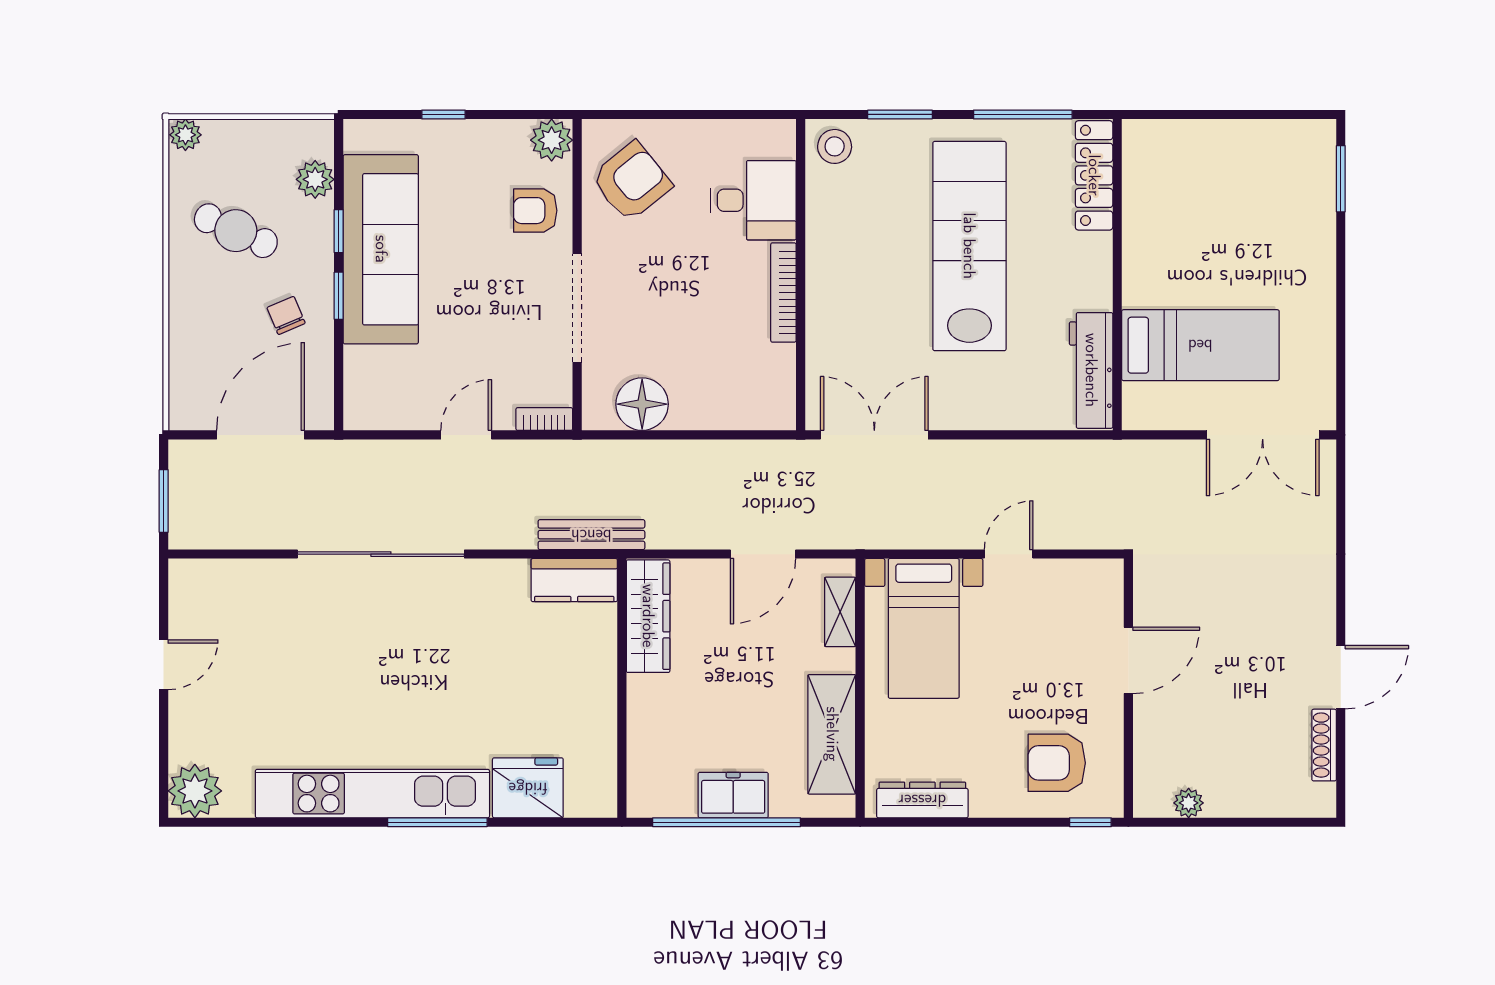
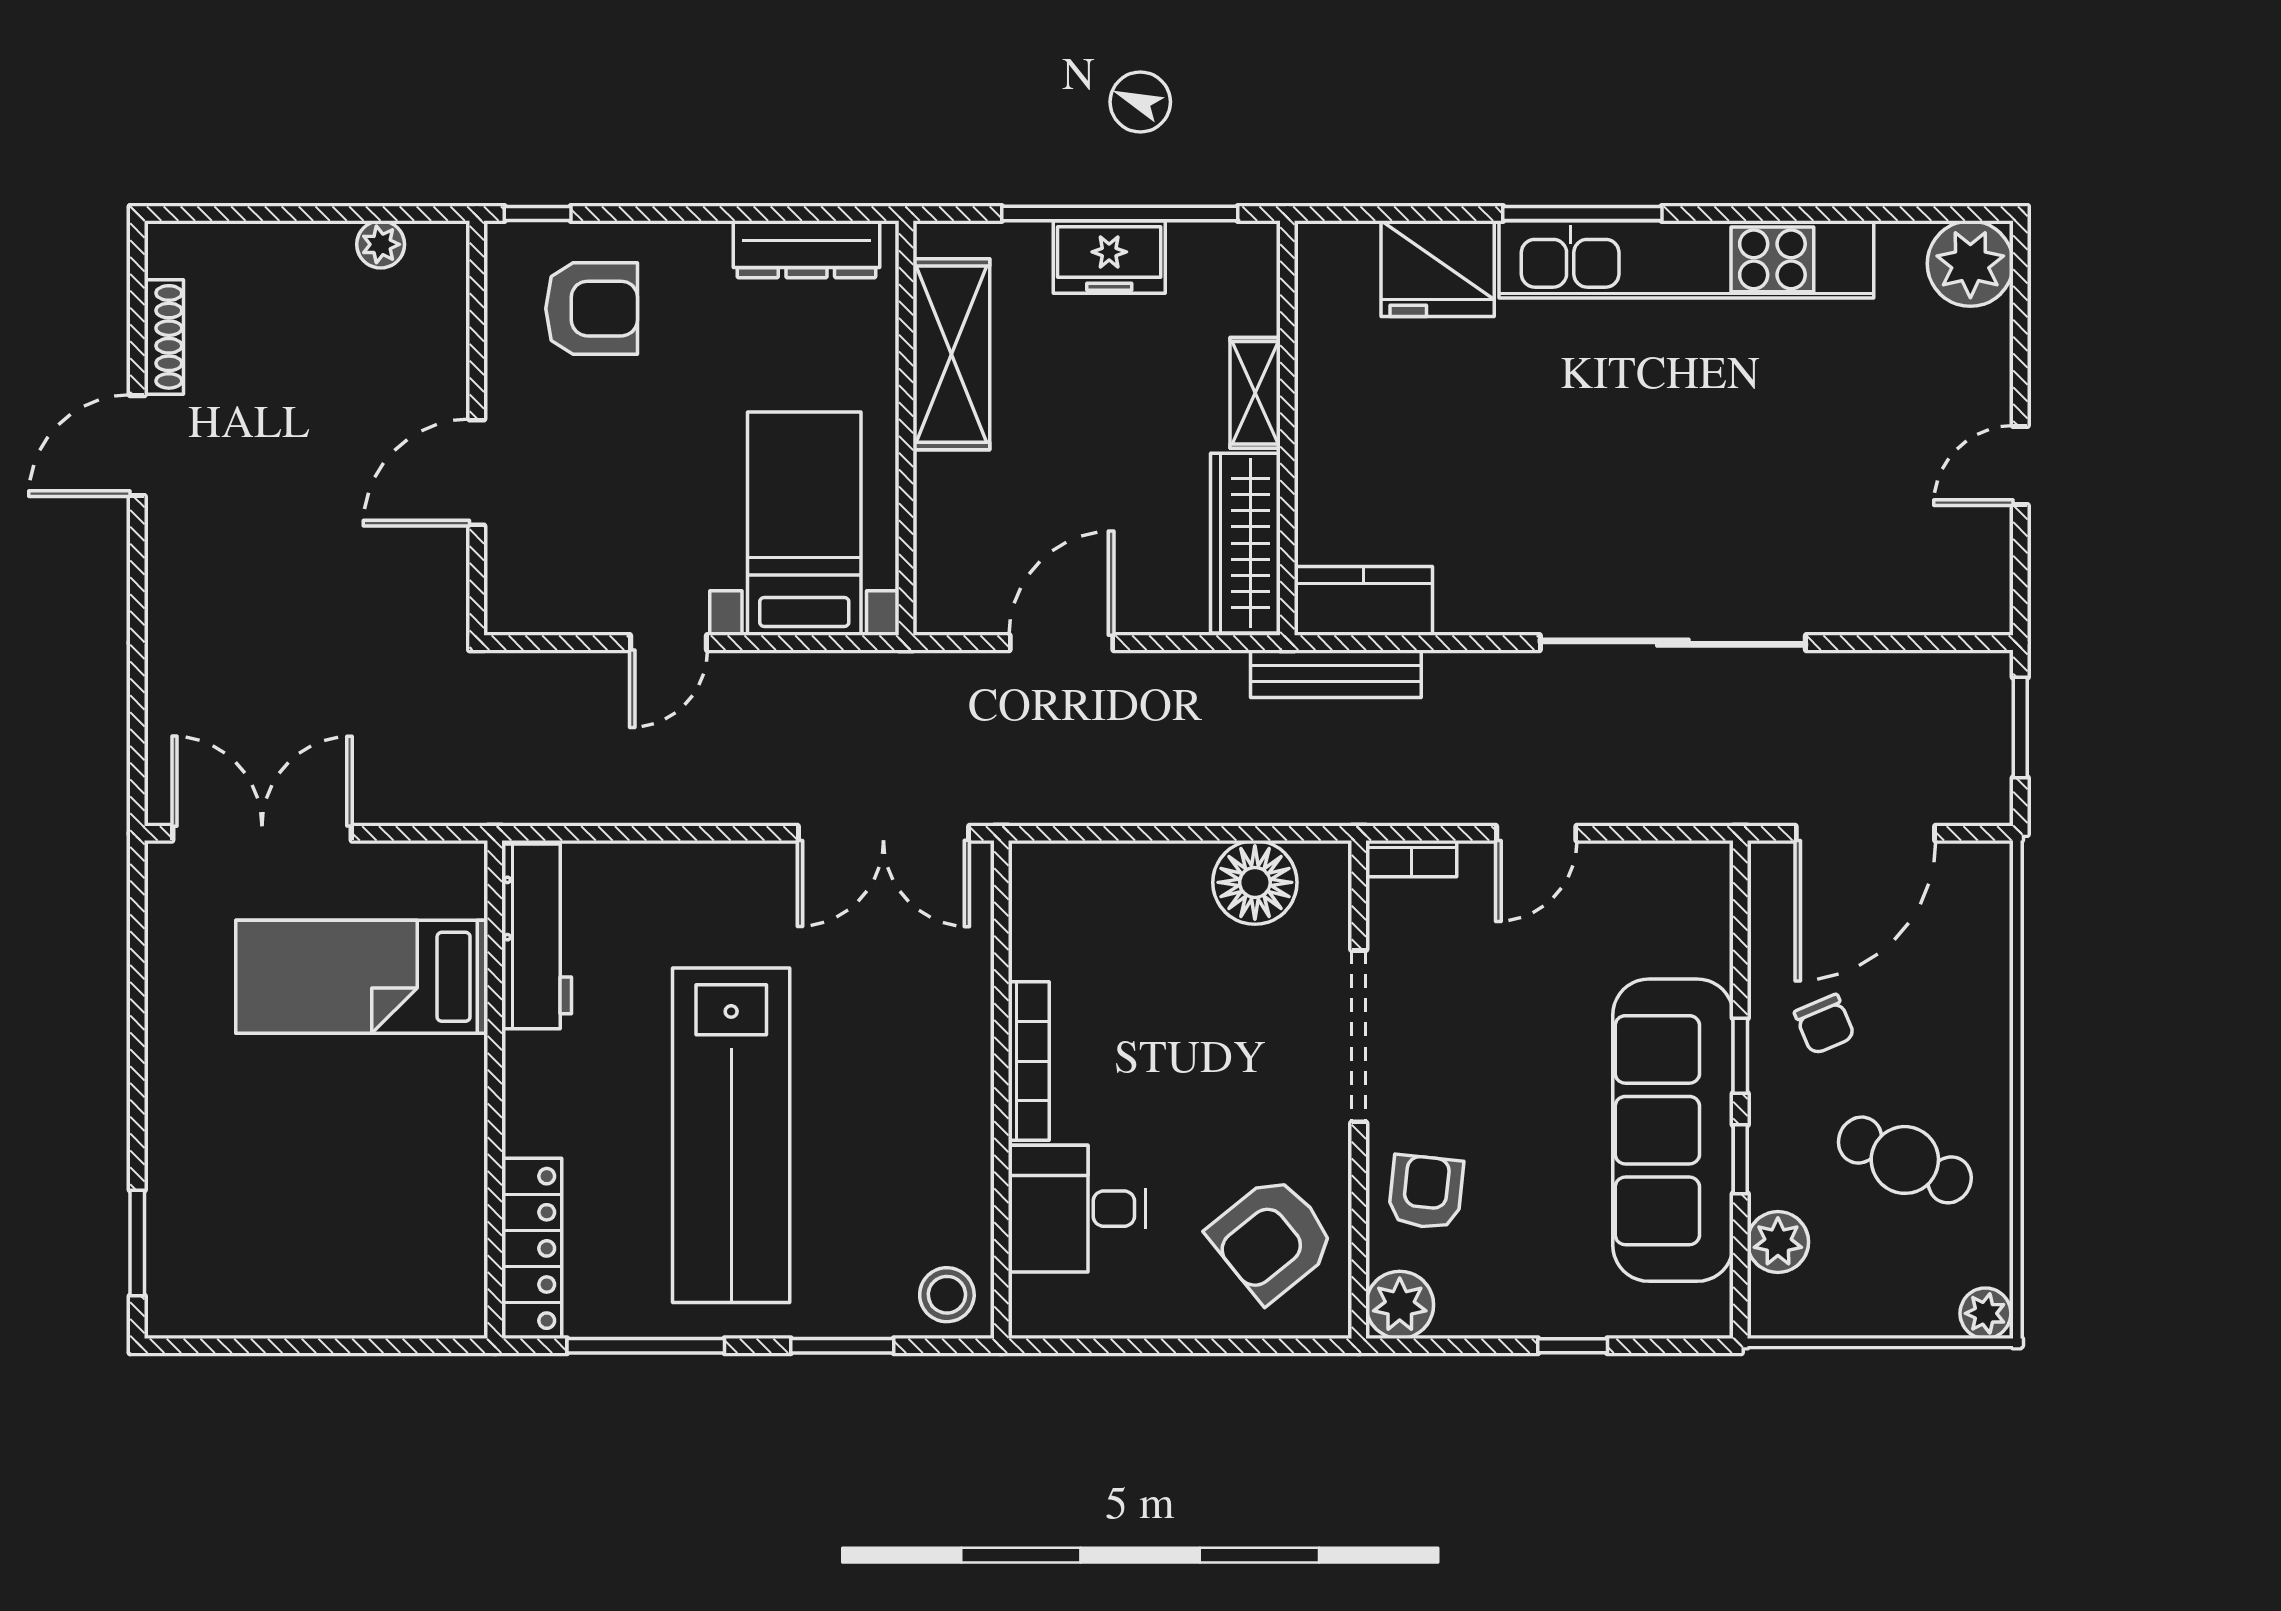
armchair: (535, 211) -> (1426, 1192), turned -84
shelving: (840, 612) -> (1255, 393), moved

